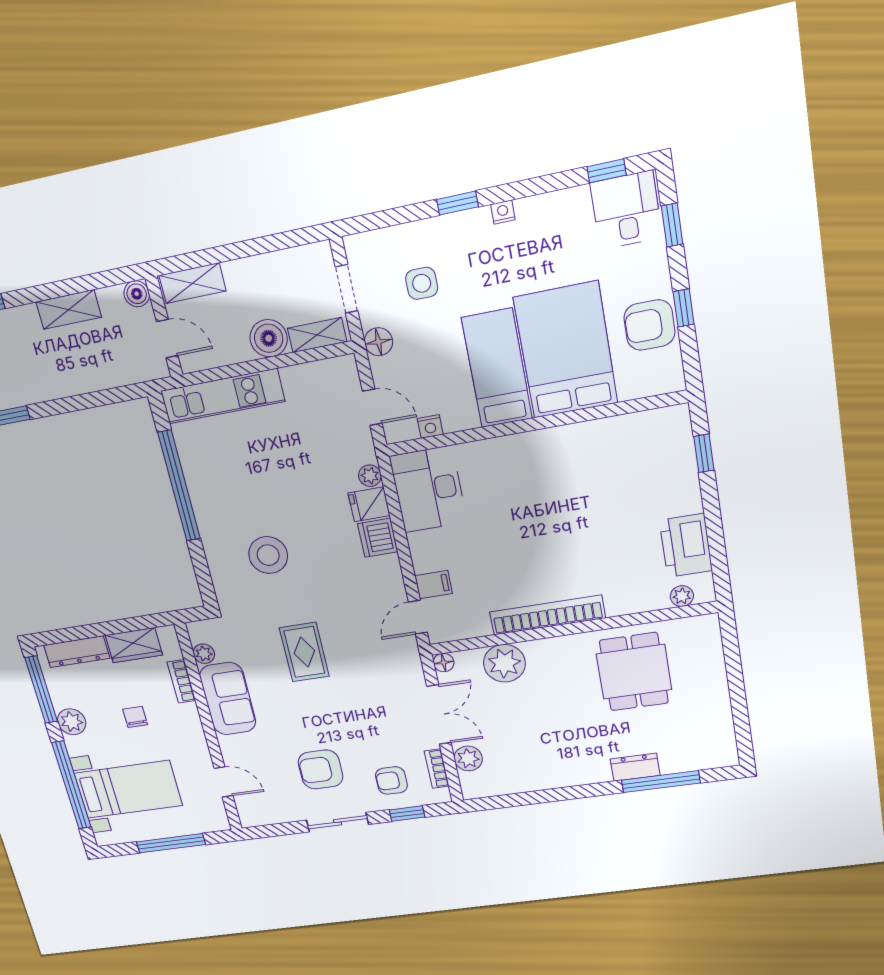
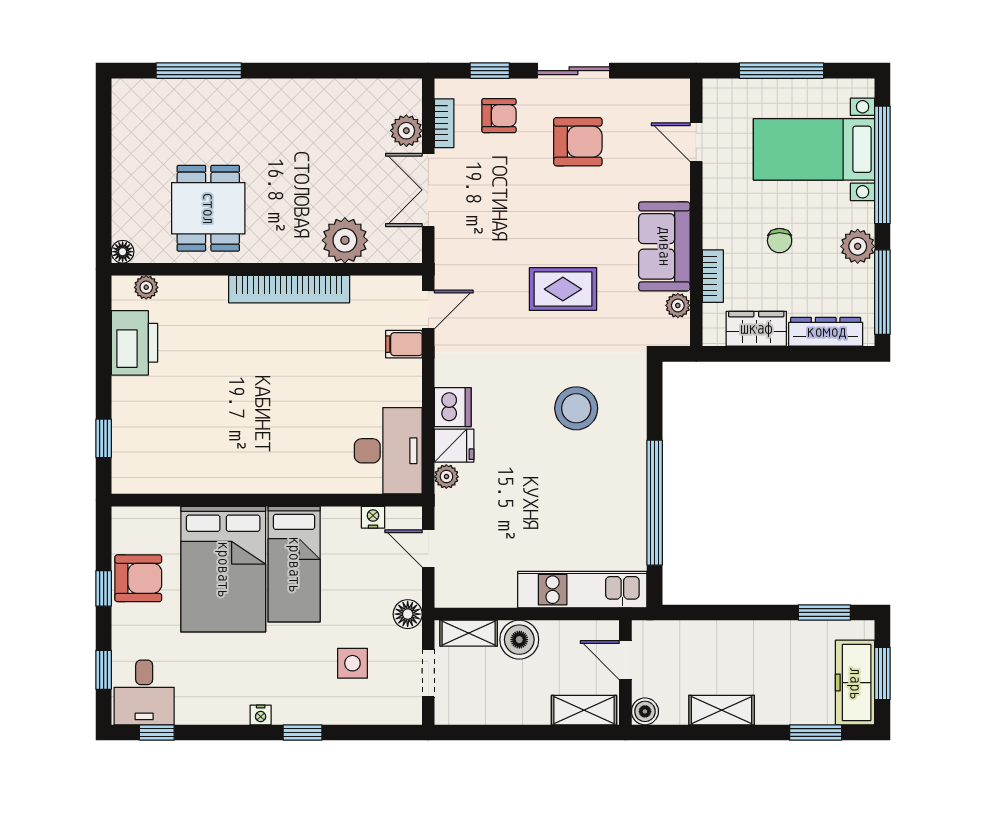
rug: (304, 652) -> (563, 289), turned 90
floor lamp: (444, 662) -> (123, 252), moved
dresser: (635, 767) -> (224, 93), removed

